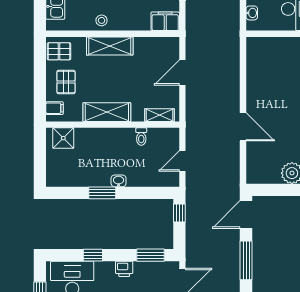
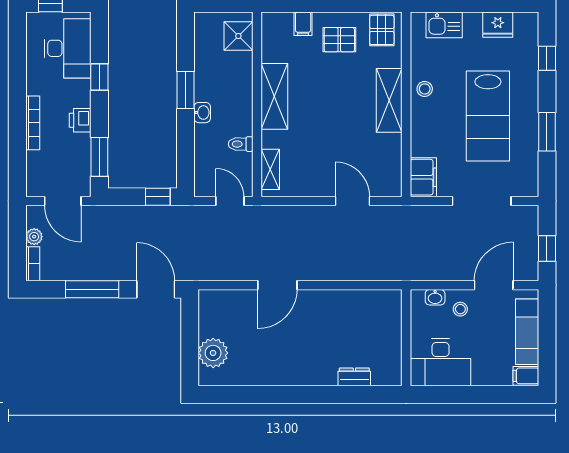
shelving: (107, 112) -> (274, 96), moved
shelving: (160, 115) -> (270, 169), moved
wall: (113, 125) -> (257, 104), moved
toilet: (141, 137) -> (241, 144), moved
shower: (63, 138) -> (238, 36), moved

